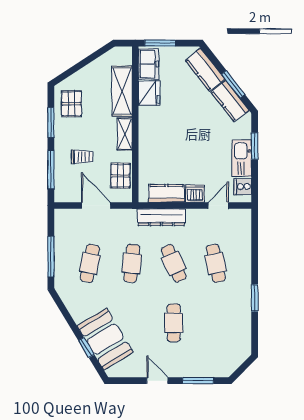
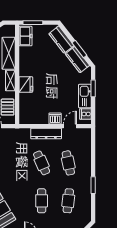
fridge: (149, 93) -> (26, 85), moved
kitchen counter: (167, 193) -> (37, 118), removed
dresser: (161, 217) -> (46, 134), moved
cafe table: (132, 263) -> (68, 201), moved

